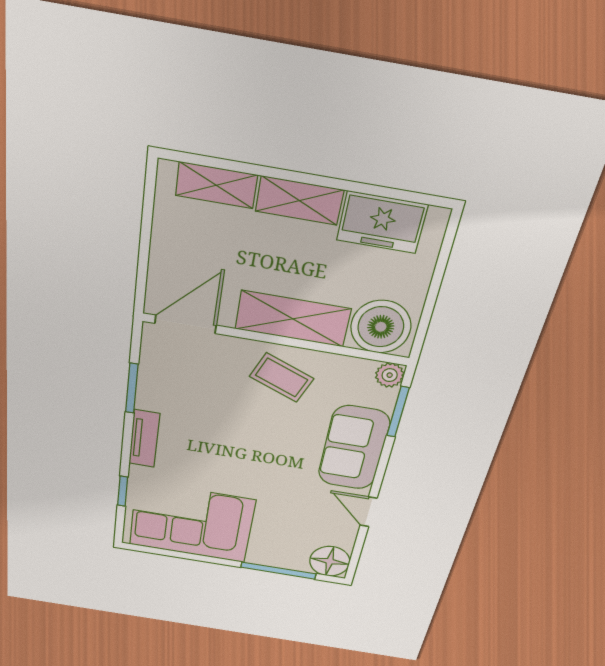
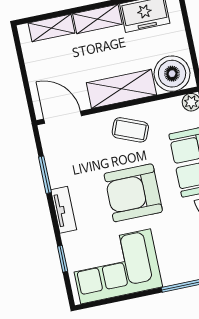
door: (186, 324) -> (63, 117), hinge flipped
armchair: (251, 453) -> (133, 193), added

